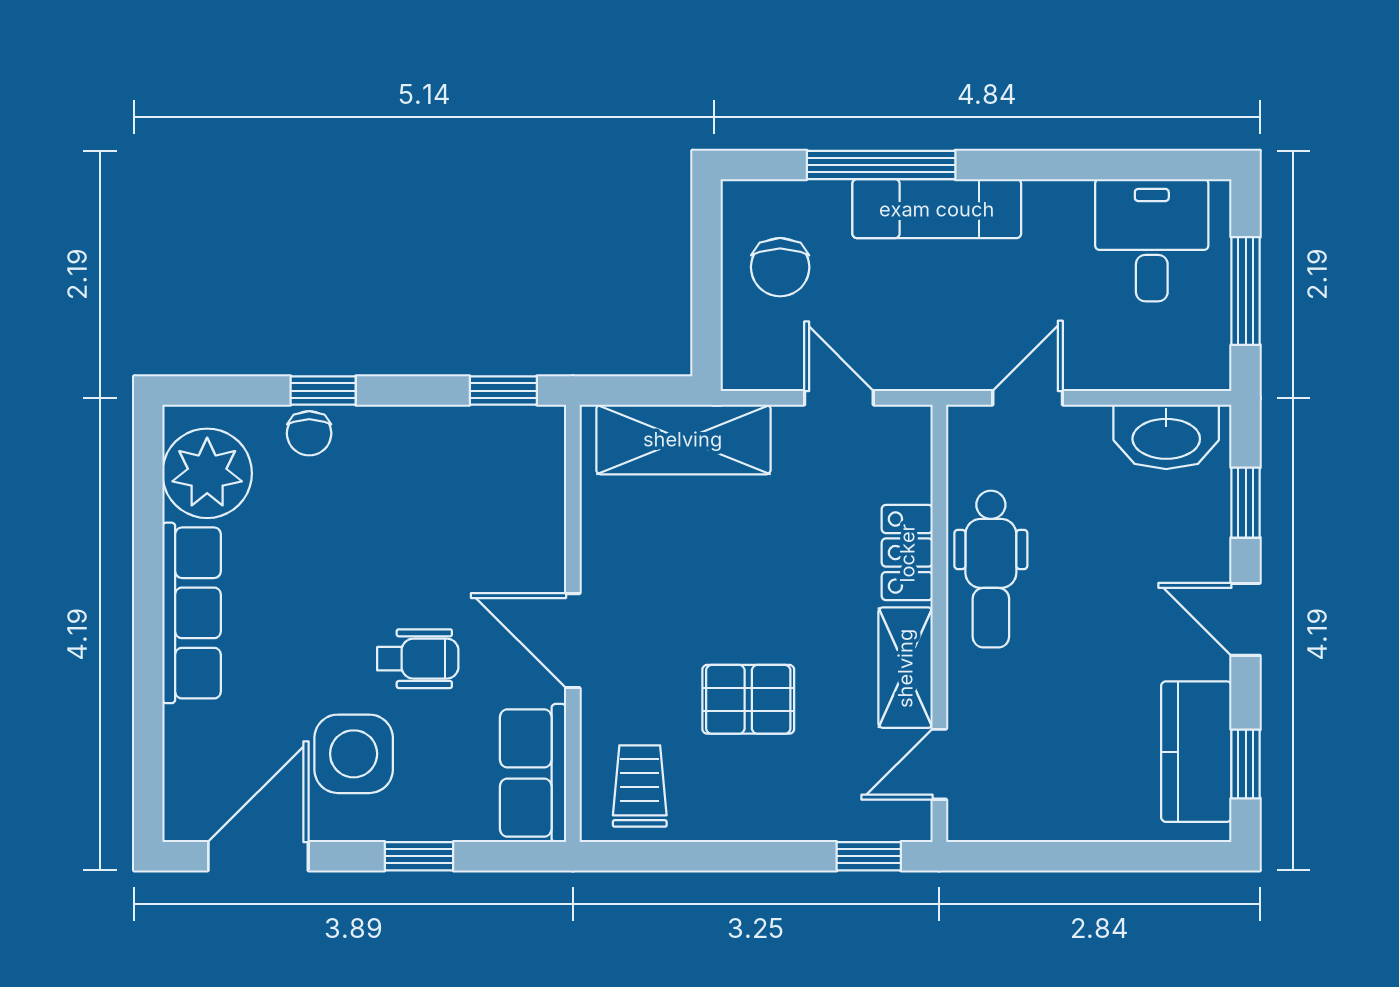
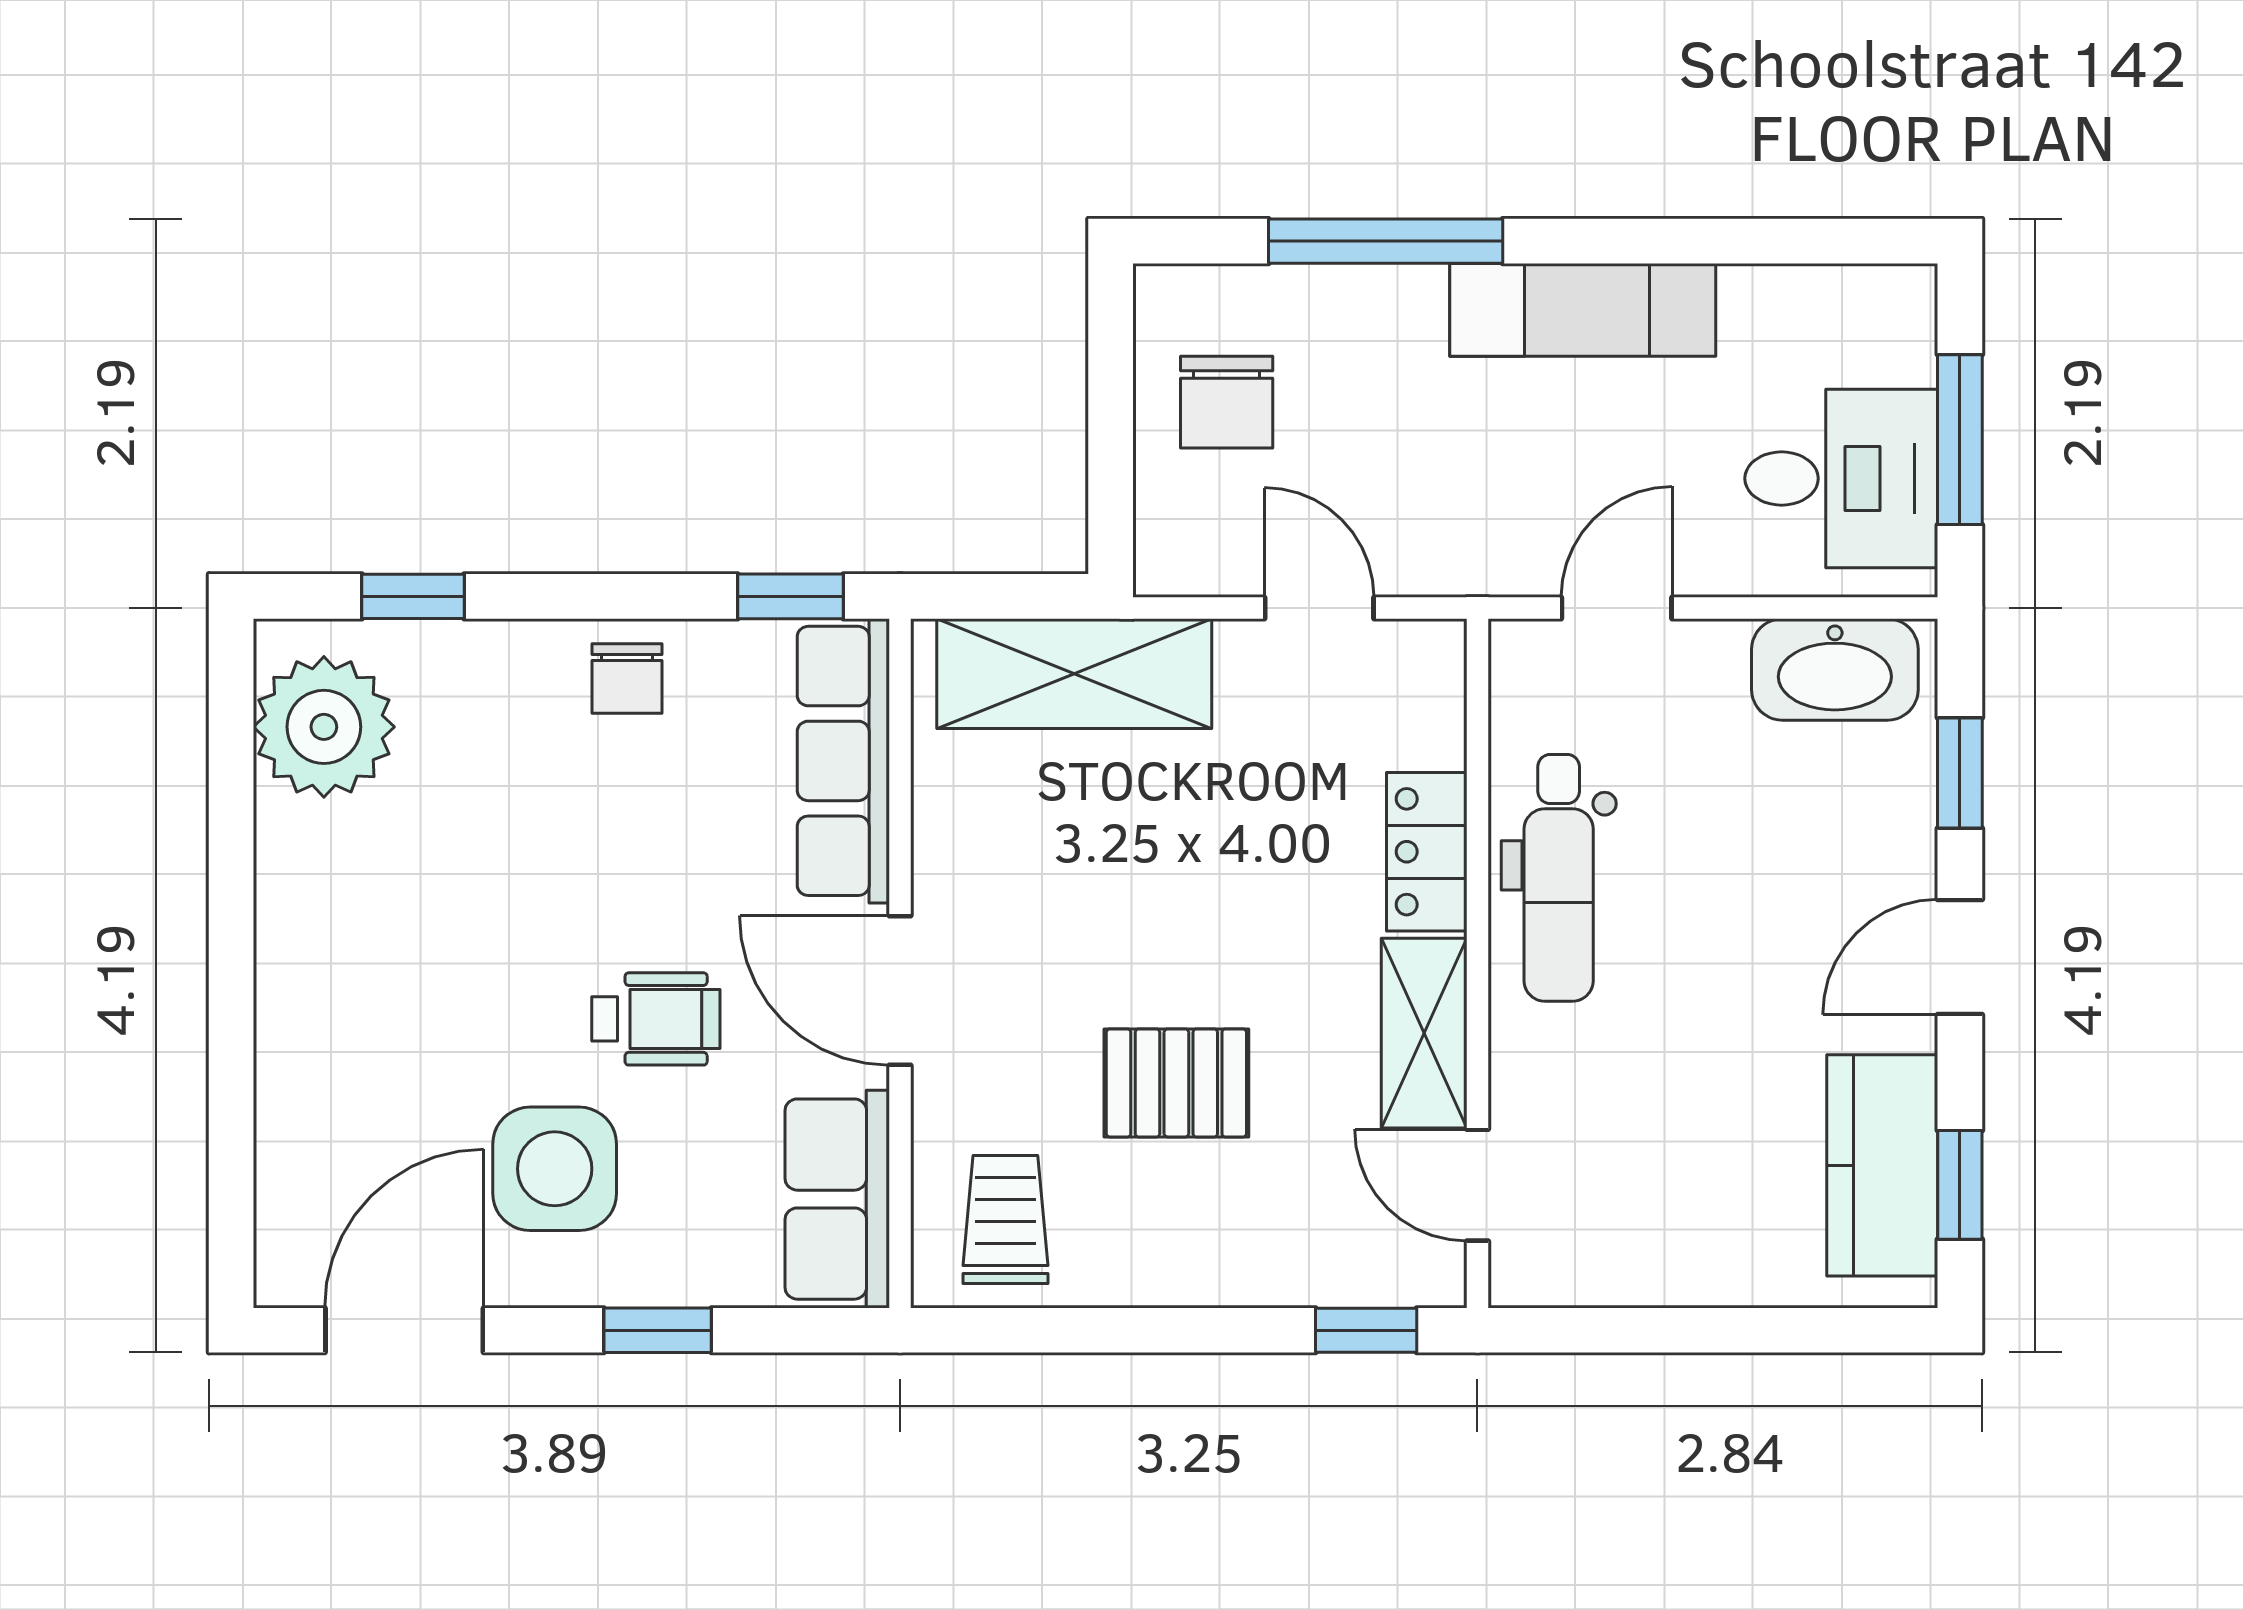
exam couch: (937, 209) -> (1583, 310), moved
desk: (1152, 240) -> (1841, 478), moved, turned 90
window: (323, 391) -> (413, 596), moved
chair: (309, 433) -> (627, 678), moved
row of seats: (192, 613) -> (843, 761), moved, turned 180
door: (1246, 619) -> (1960, 957), hinge flipped
door: (939, 764) -> (1477, 1185), hinge flipped

